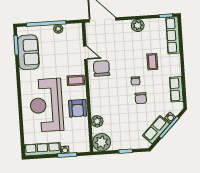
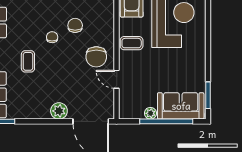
plant: (138, 25) -> (59, 111), moved
sofa: (28, 52) -> (181, 106), moved, turned 90
chair: (141, 98) -> (75, 25), moved

